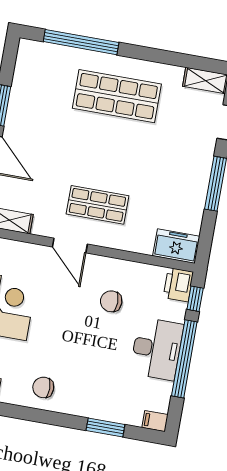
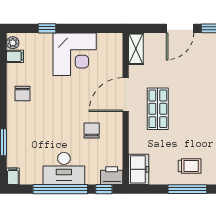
trolley: (184, 175) -> (190, 166), added
door: (70, 245) -> (126, 94), width x1.36
chair: (43, 387) -> (23, 94), turned 180

